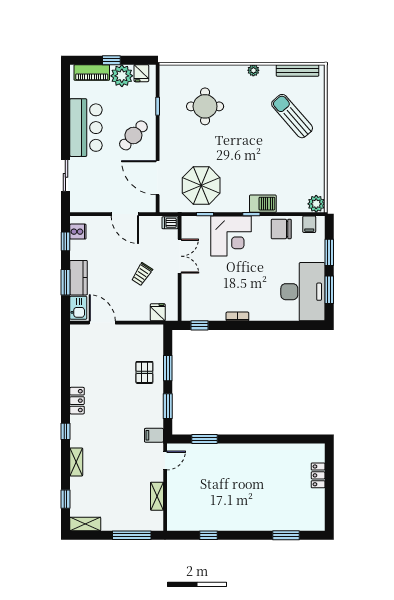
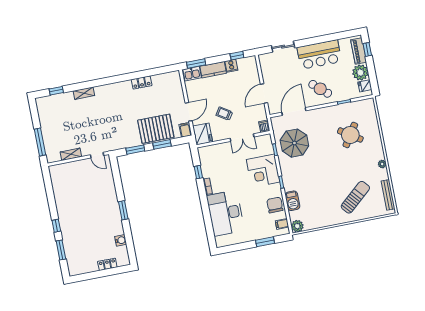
window: (111, 60) -> (367, 49), moved
round table: (205, 106) -> (350, 135), turned 33
barbecue: (263, 204) -> (292, 201), moved
cooker: (78, 232) -> (231, 66), moved
window: (65, 282) -> (196, 64), moved
window: (329, 290) -> (239, 247), removed
desk: (303, 292) -> (225, 213), moved, turned 90
fridge: (158, 312) -> (203, 134), width x1.88, depth x1.34
door: (102, 323) -> (189, 112), moved
window: (200, 325) -> (198, 172), moved
pallet: (144, 372) -> (156, 129), width x2.05, depth x2.00
locker: (77, 401) -> (142, 83), moved
window: (65, 431) -> (104, 82), removed
filing cabinet: (154, 435) -> (185, 130), moved
window: (205, 439) -> (123, 210), moved
water cooler: (289, 451) -> (121, 240), added
shelving: (85, 524) -> (42, 108), removed
window: (208, 535) -> (56, 226), moved

